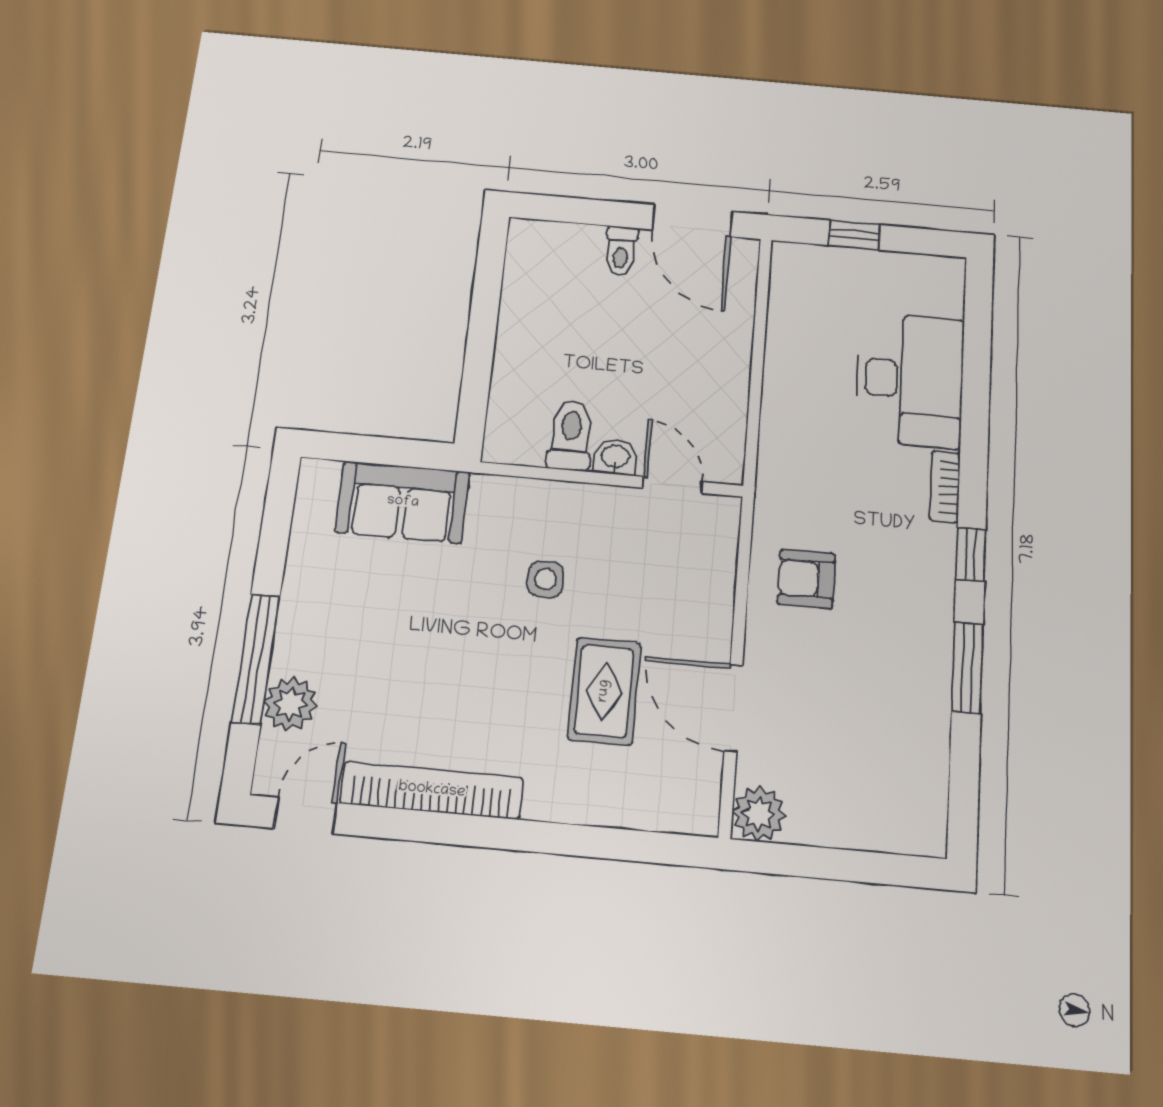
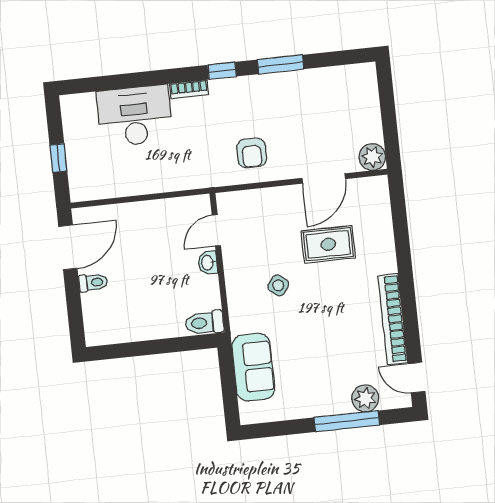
toilet: (571, 435) -> (204, 323), moved
side table: (545, 579) -> (278, 285), turned 37

